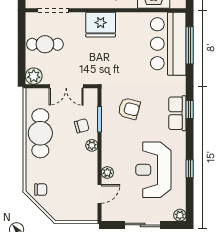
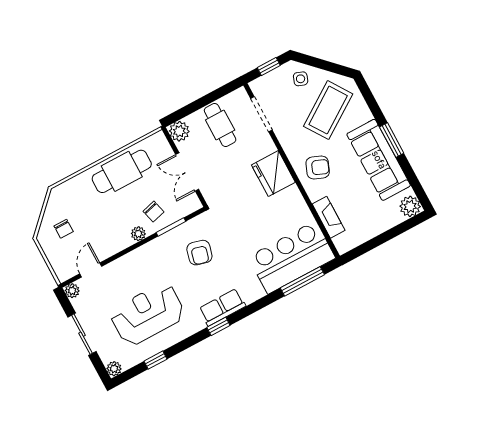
window: (190, 109) -> (218, 326), moved
window: (190, 169) -> (156, 360), moved
plant: (107, 173) -> (72, 291), moved
chair: (41, 190) -> (64, 229), moved
door: (100, 194) -> (91, 270), swing flipped

